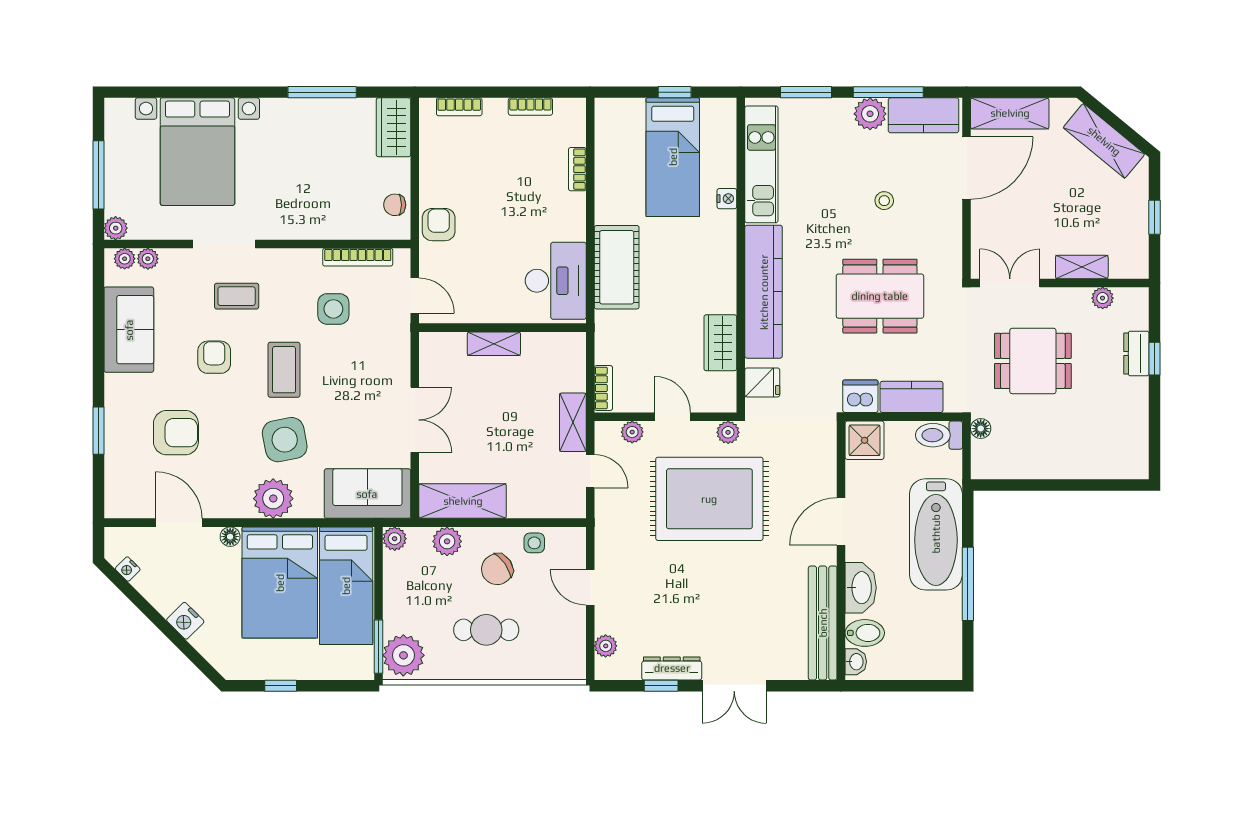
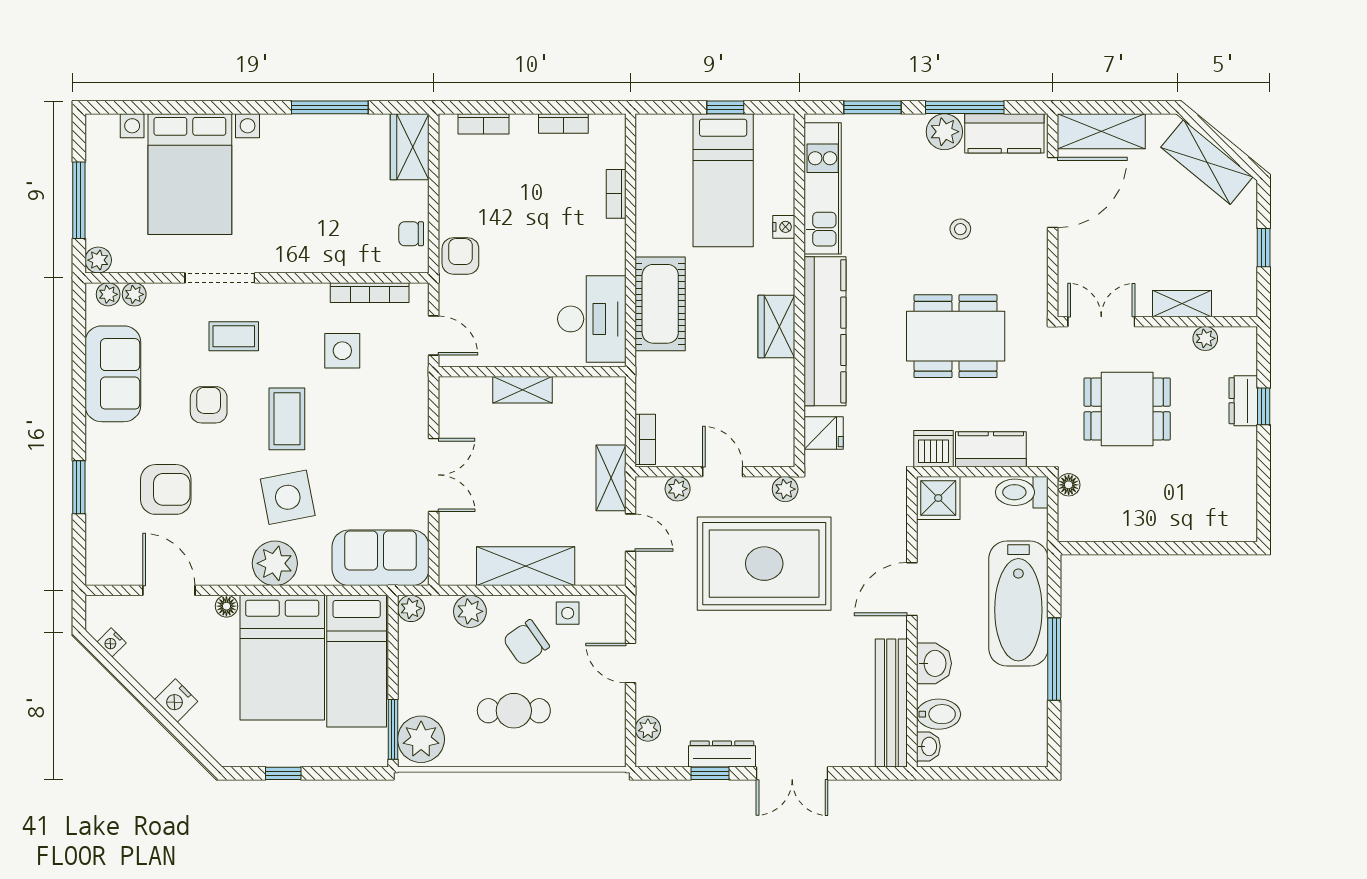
wardrobe: (720, 343) -> (776, 327), moved
shelving: (463, 501) -> (526, 566), moved
washbasin: (861, 588) -> (934, 663), width x0.72

